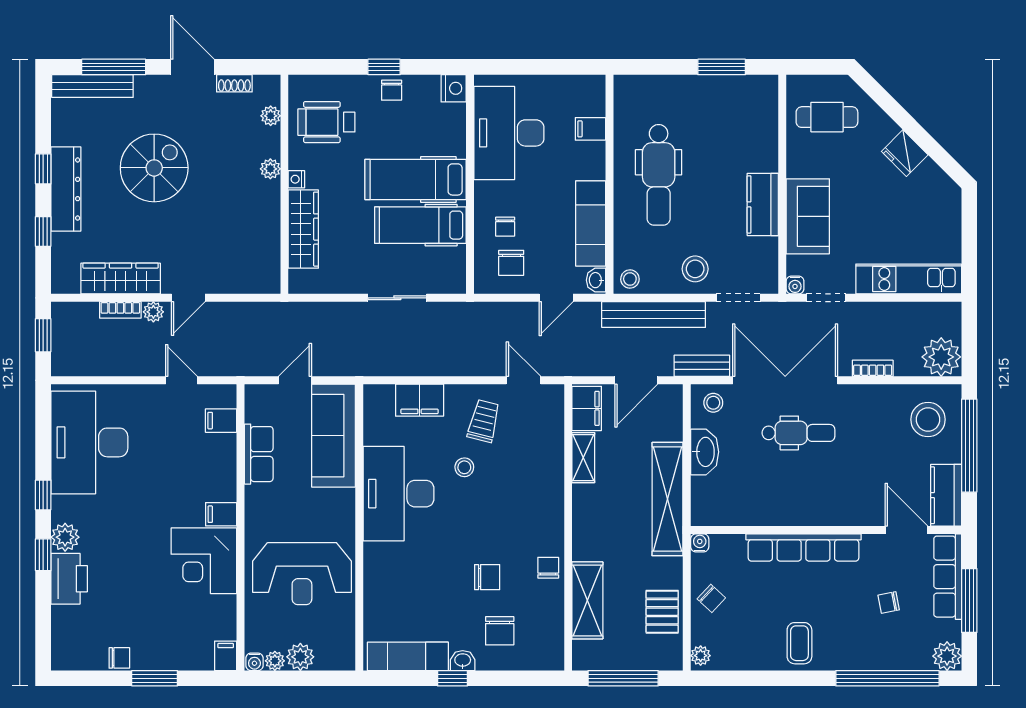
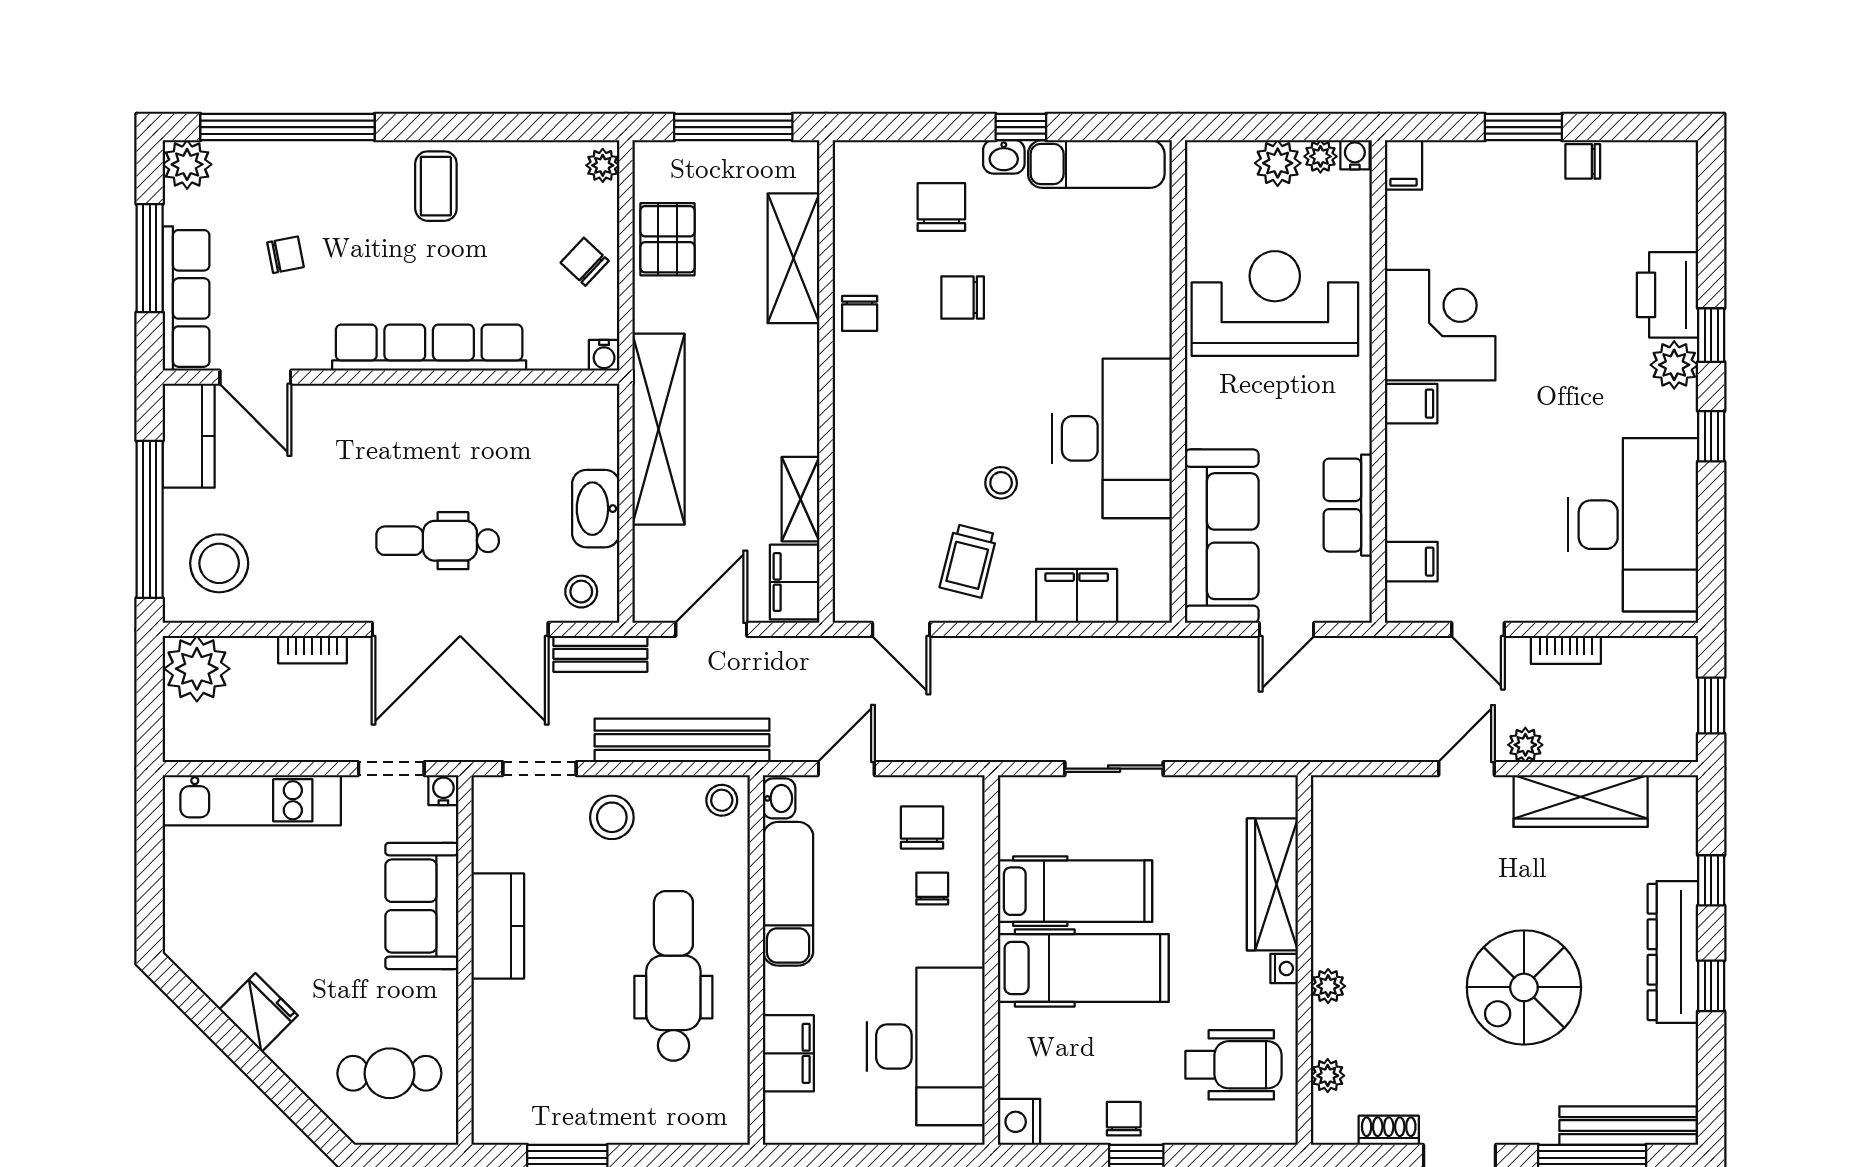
filing cabinet: (590, 129) -> (788, 1053), width x2.00
bookcase: (120, 310) -> (1566, 650), moved, turned 180

